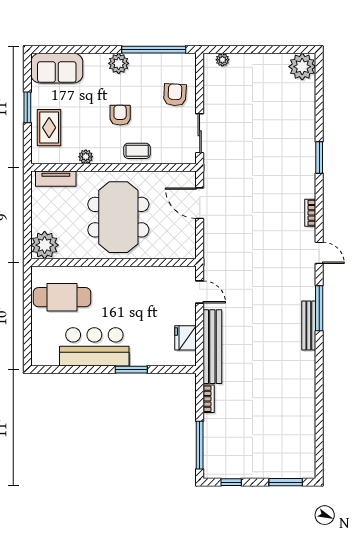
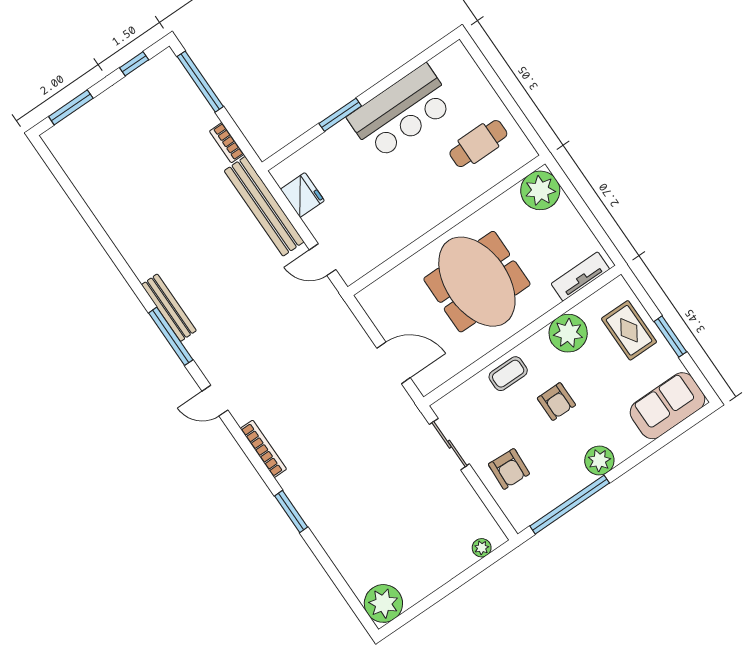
plant: (86, 157) -> (568, 333), width x1.88, depth x1.88
bookcase: (310, 213) -> (263, 449), width x1.56
cafe table: (62, 297) -> (478, 144), width x0.73, depth x0.74

